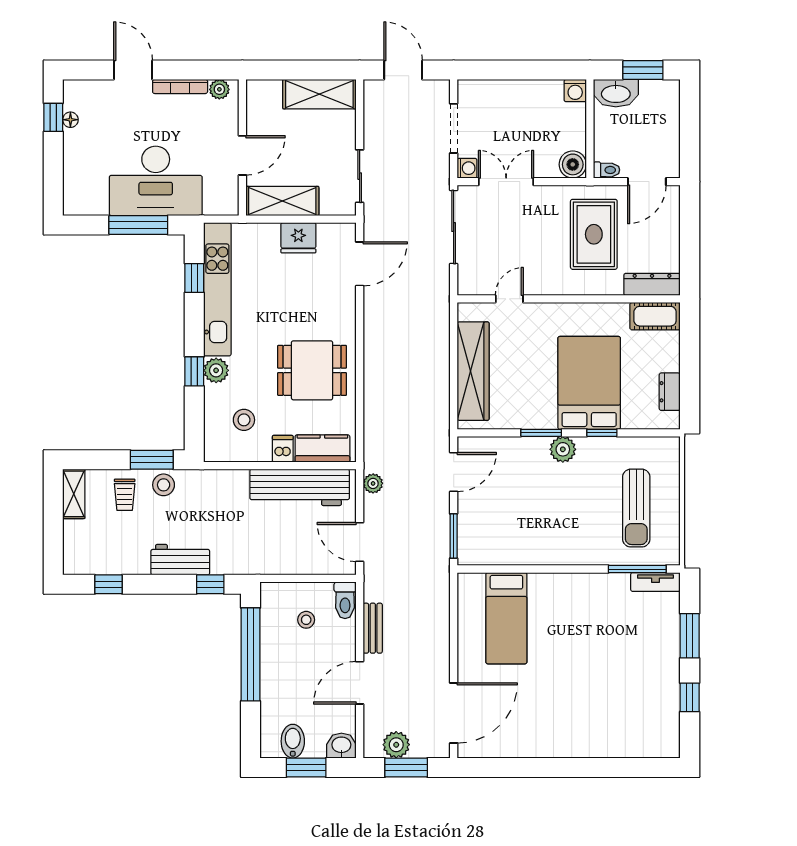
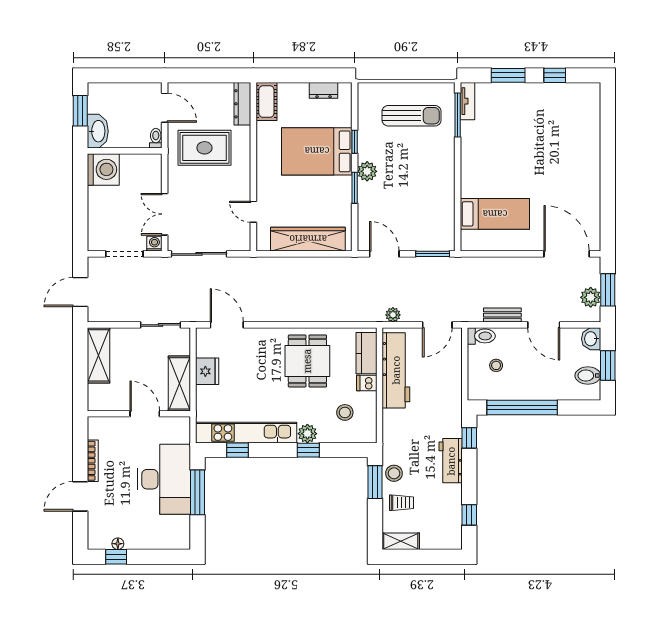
plant: (219, 89) -> (95, 431), removed
washing machine: (575, 91) -> (103, 169), width x1.89, depth x1.89
boiler: (573, 164) -> (152, 164), removed

